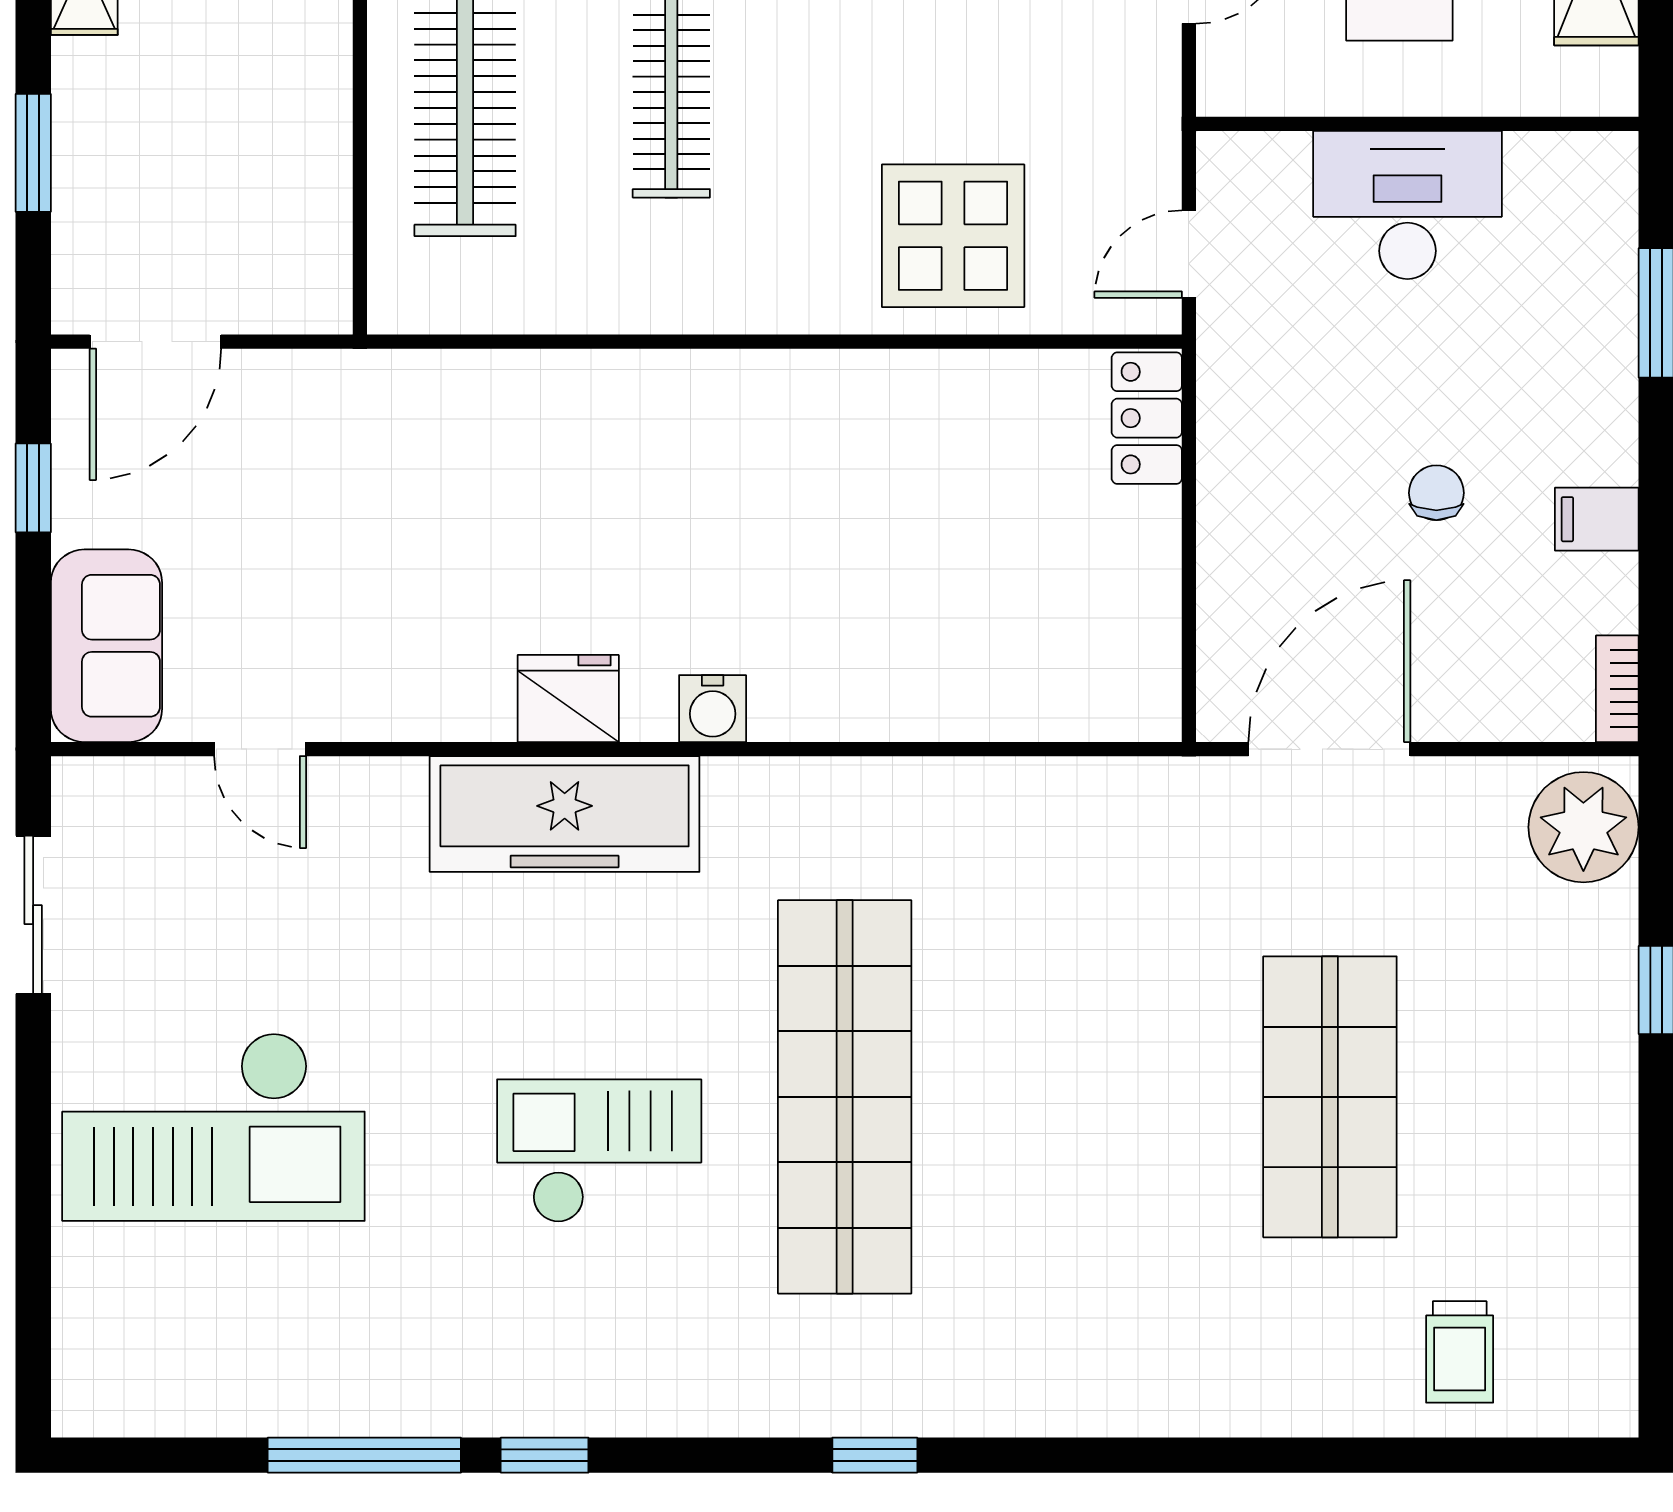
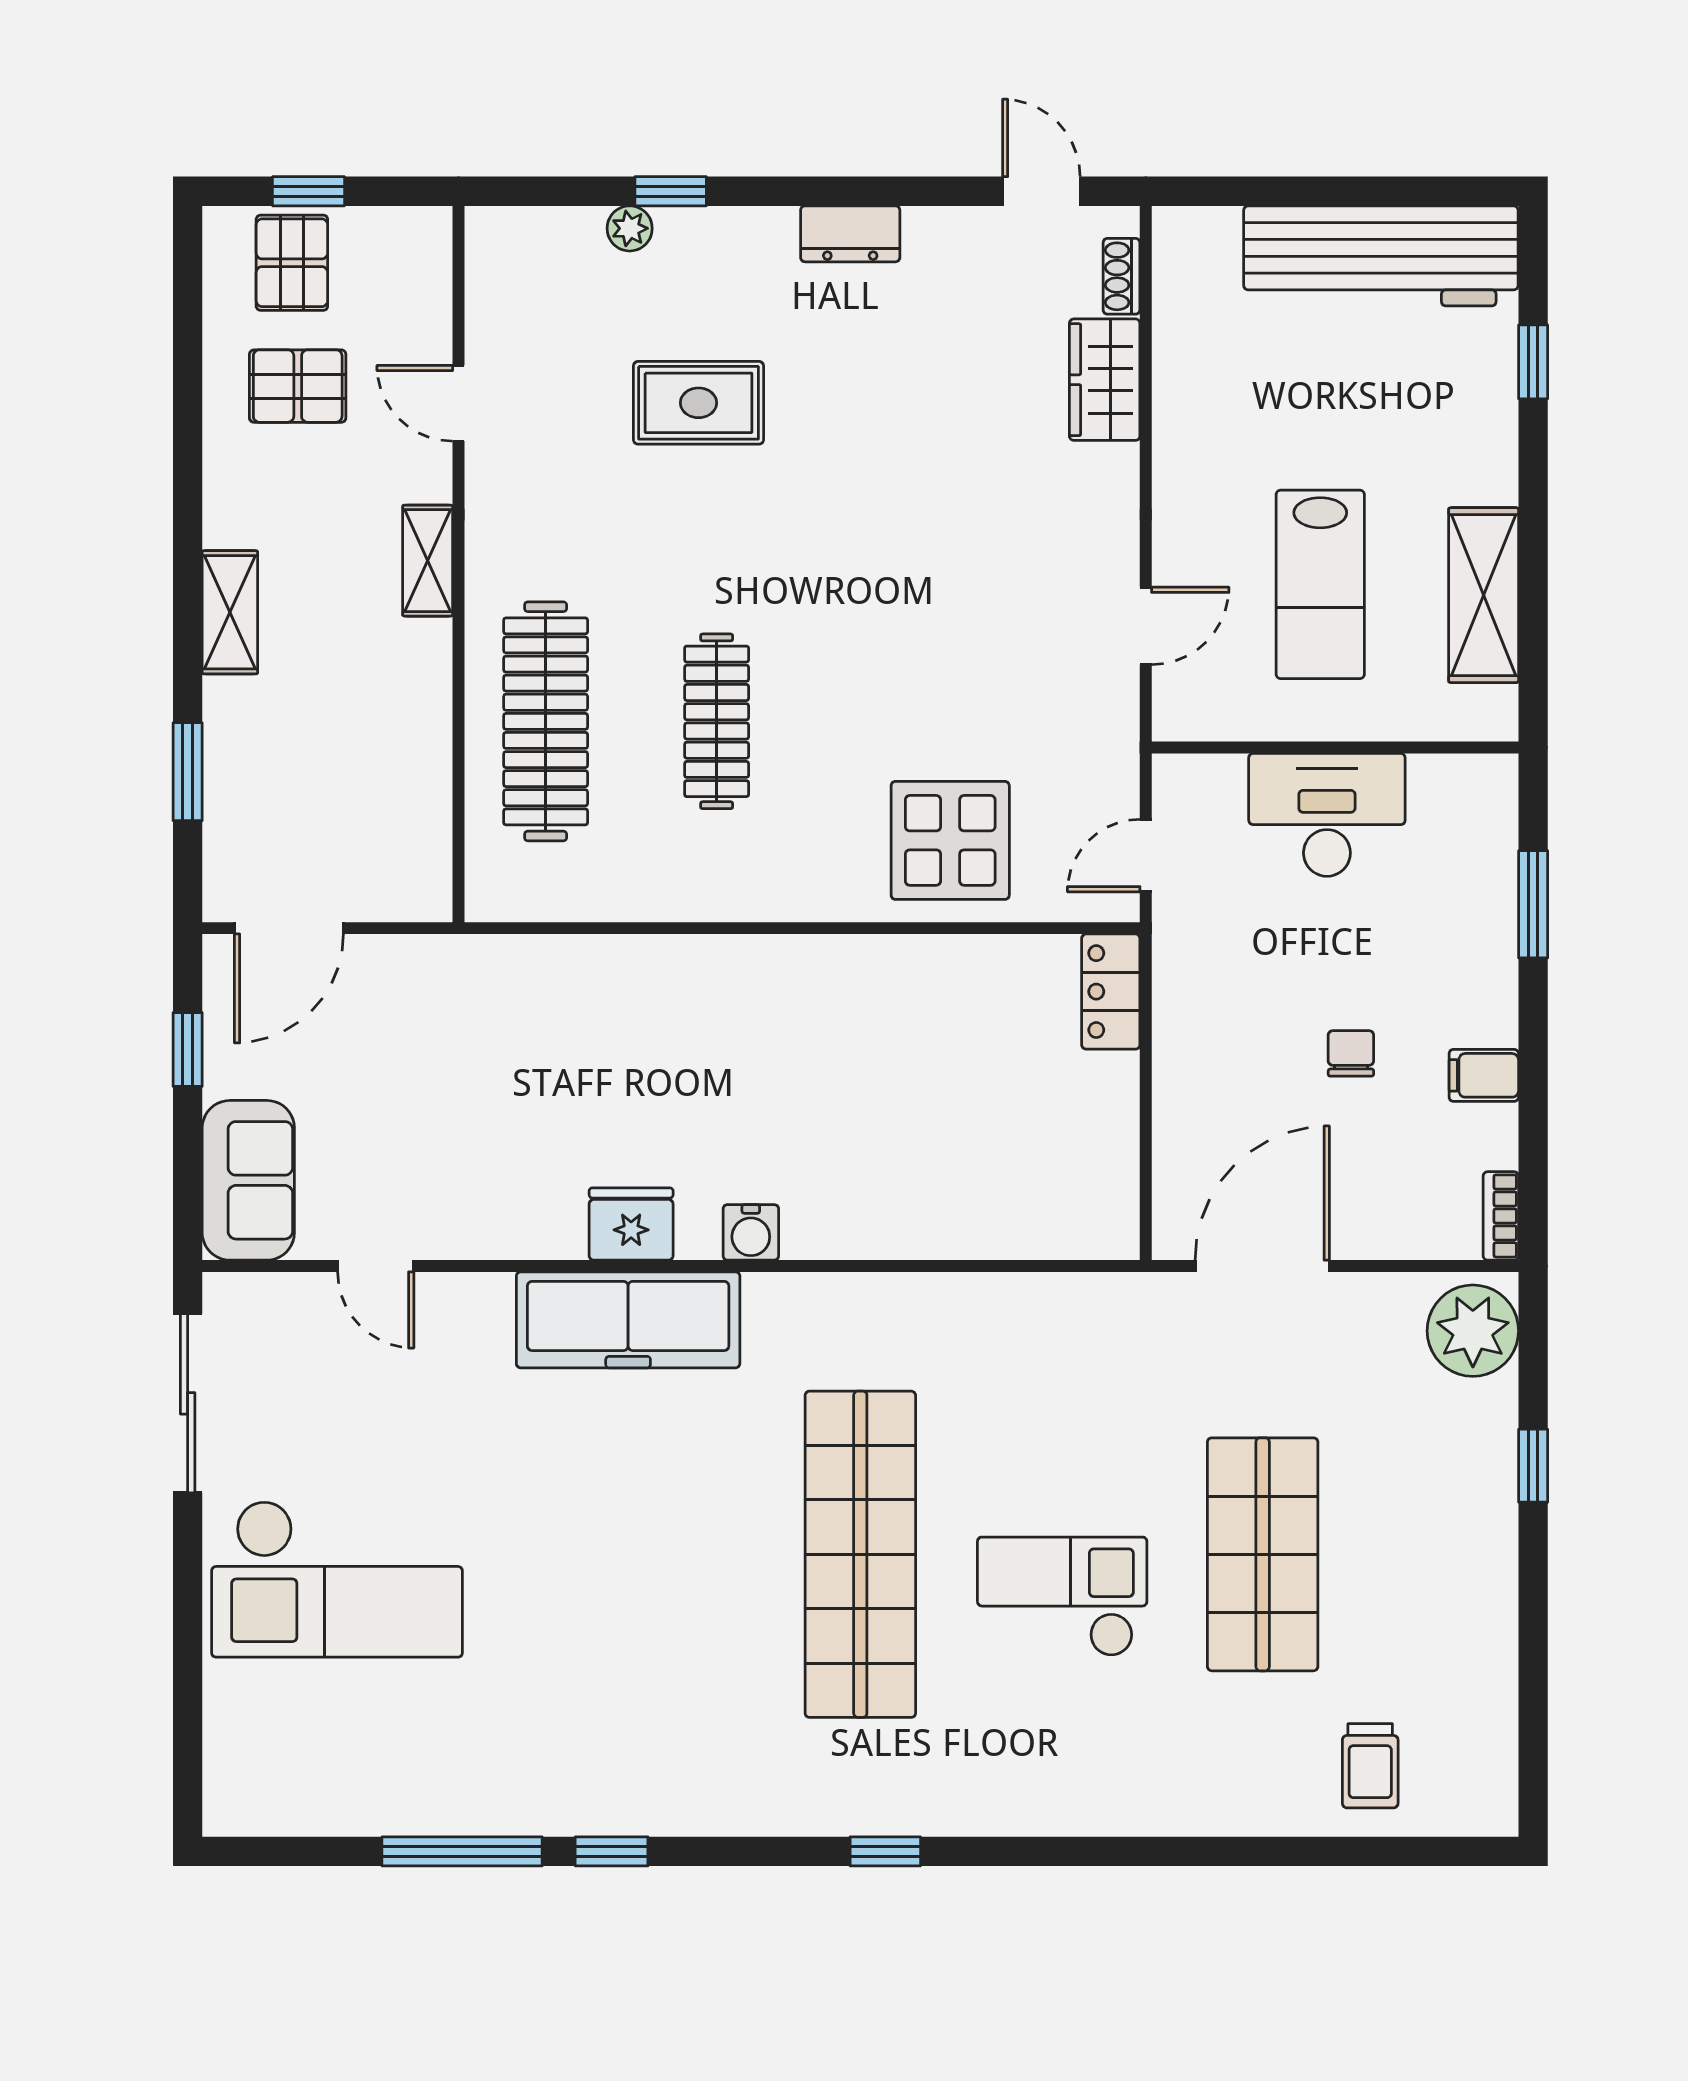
sliding door: (33, 915) -> (188, 1403), width x1.37
checkout: (599, 1151) -> (1062, 1597), moved

